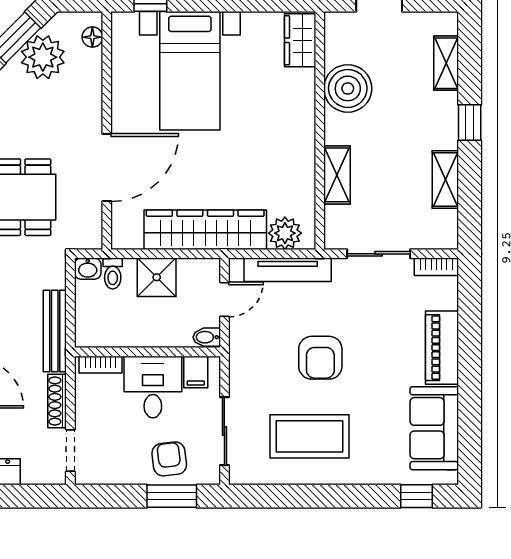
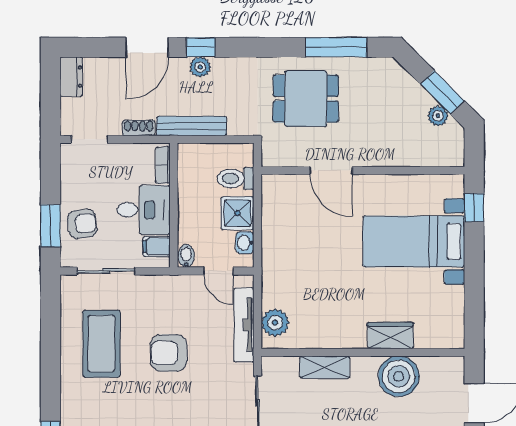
floor lamp: (92, 37) -> (443, 158), removed
wardrobe: (300, 40) -> (390, 336), moved
plant: (43, 57) -> (438, 116), width x0.53, depth x0.53
door: (107, 168) -> (331, 170), width x0.73
wardrobe: (205, 230) -> (278, 255), removed
washbasin: (88, 269) -> (245, 243), moved
toilet: (113, 273) -> (236, 179), width x1.37, depth x1.39
shoe rack: (57, 401) -> (139, 128), width x0.70

